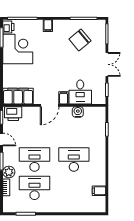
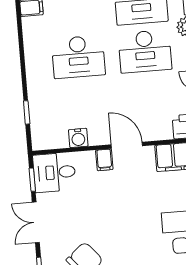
desk: (80, 92) -> (54, 172), moved, turned -90
door: (50, 105) -> (127, 145), hinge flipped

